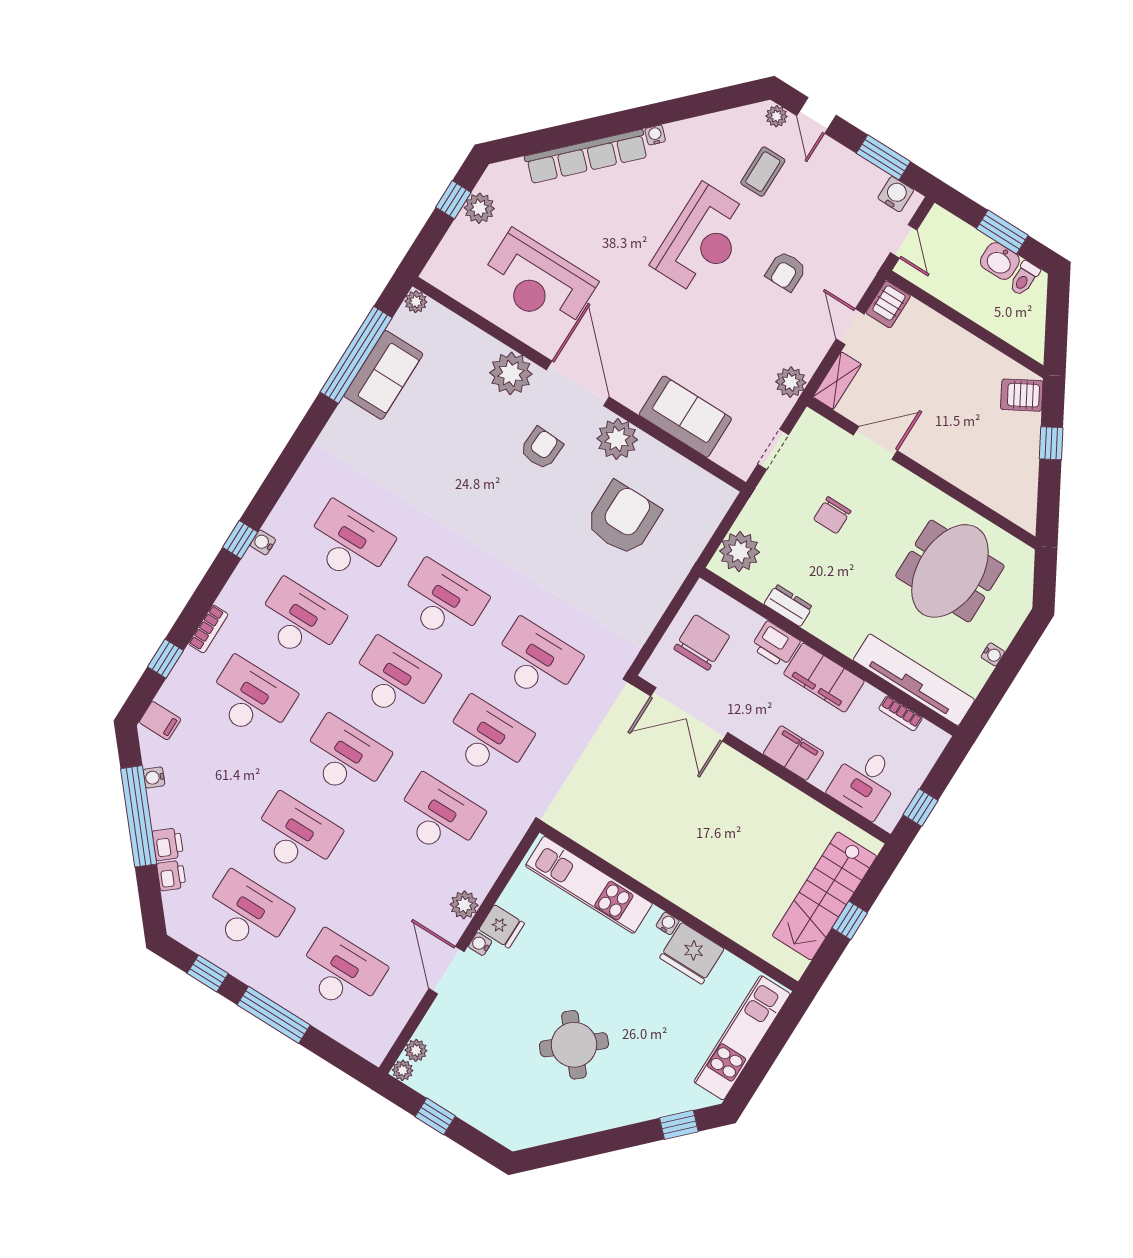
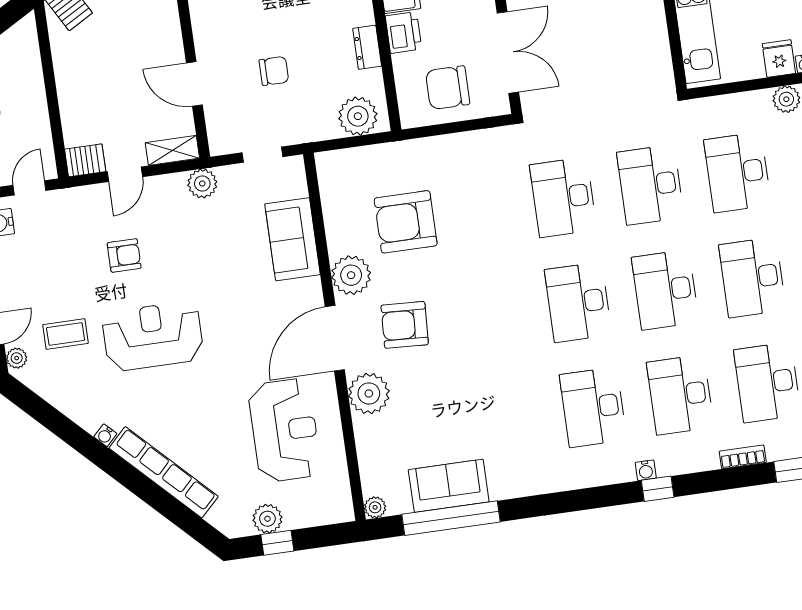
armchair: (541, 448) -> (405, 325), width x1.38, depth x1.38

